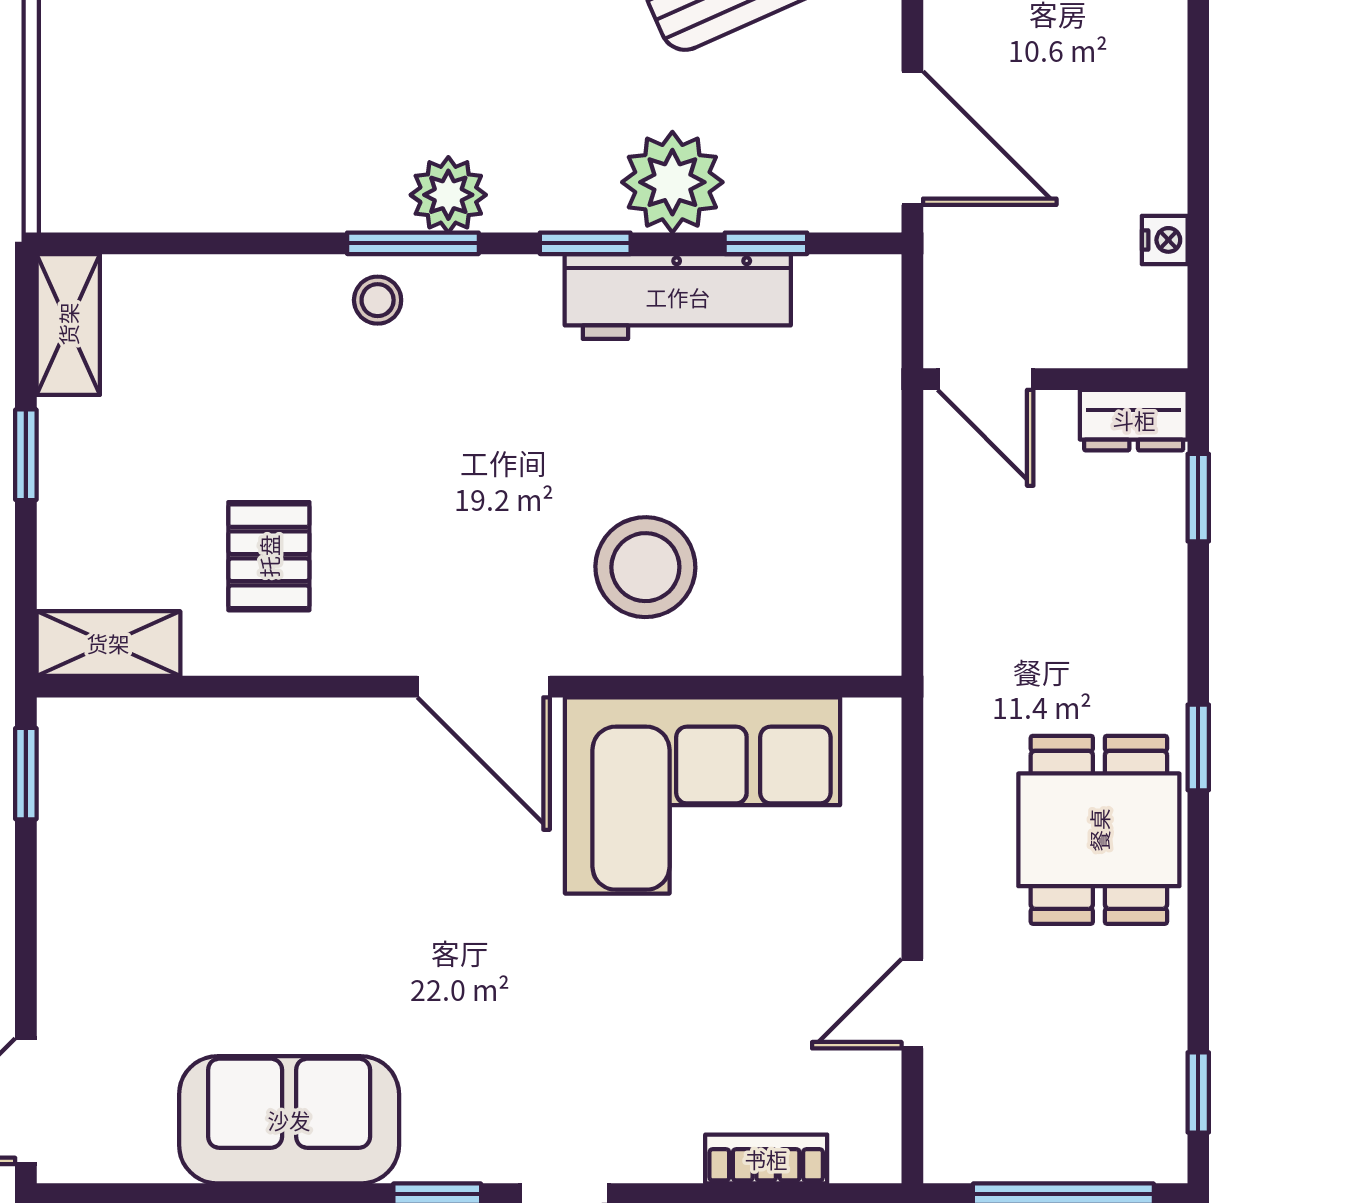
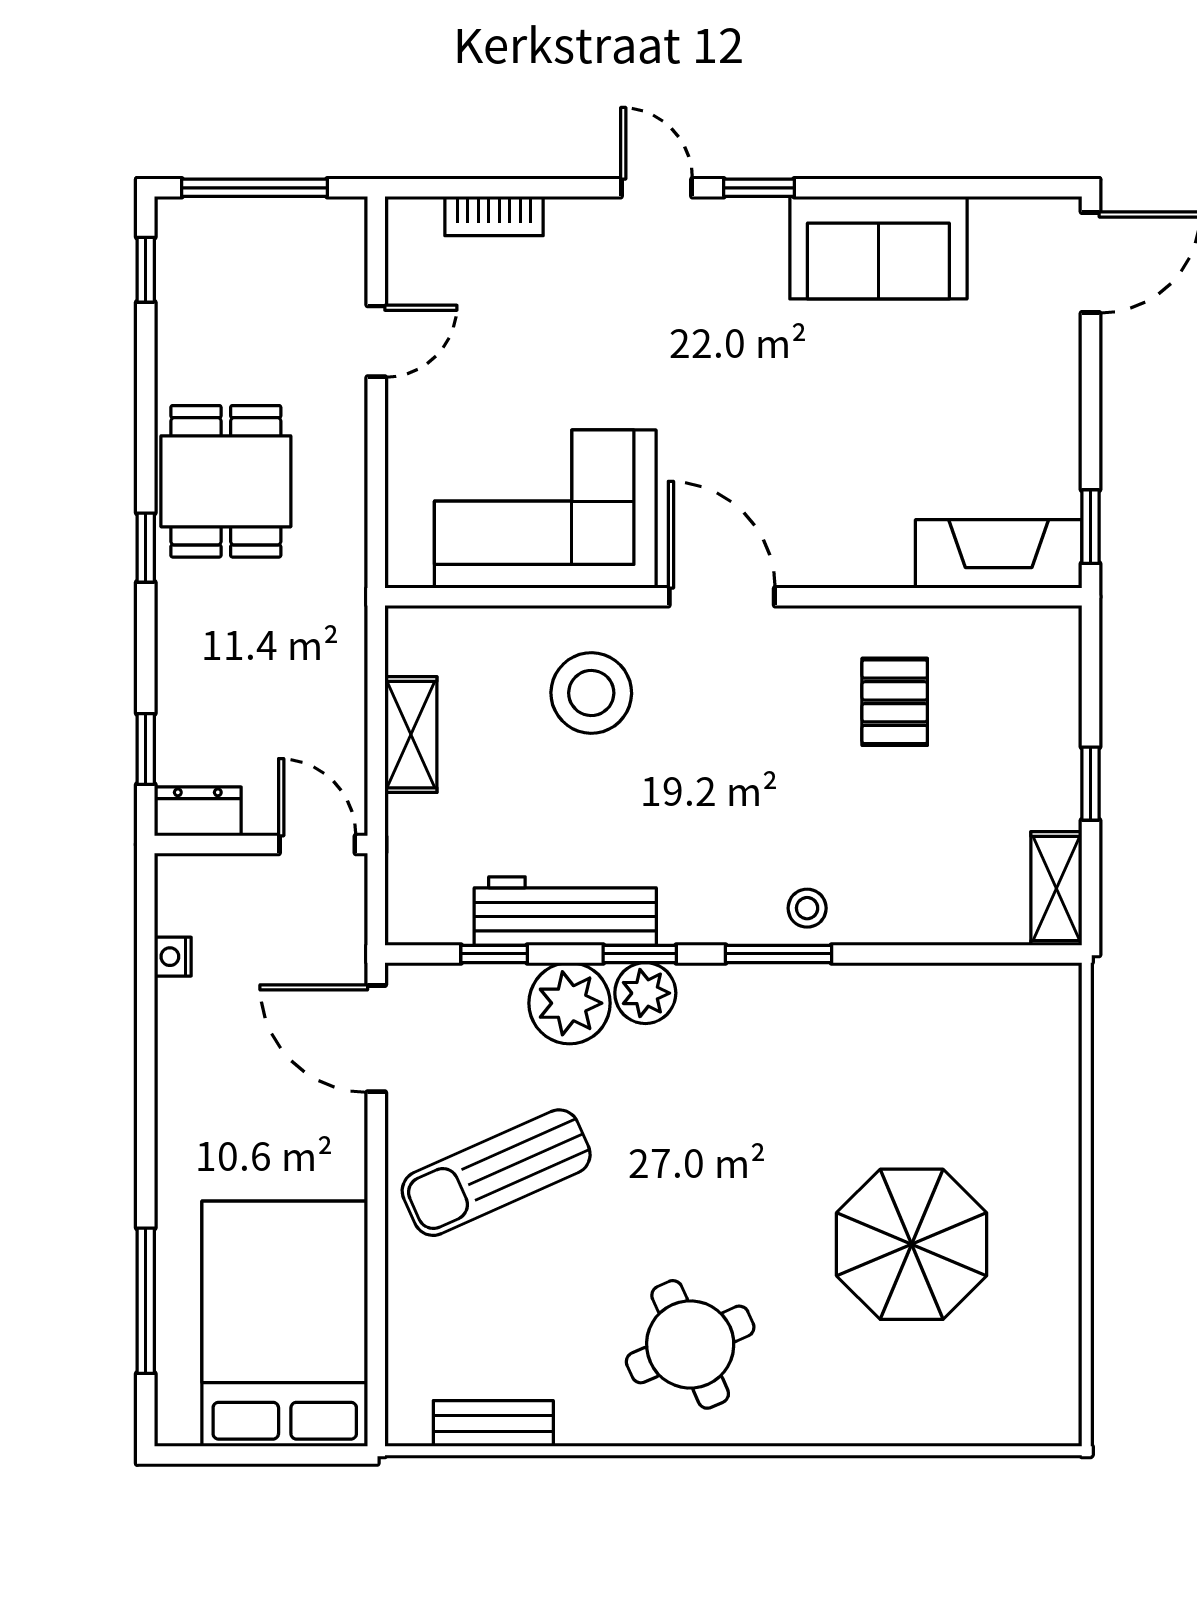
plant: (448, 195) -> (645, 993), moved
shelving: (108, 643) -> (411, 735), moved, turned 90
fireplace: (140, 740) -> (999, 554), added

